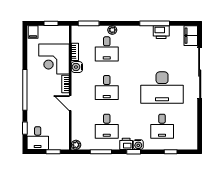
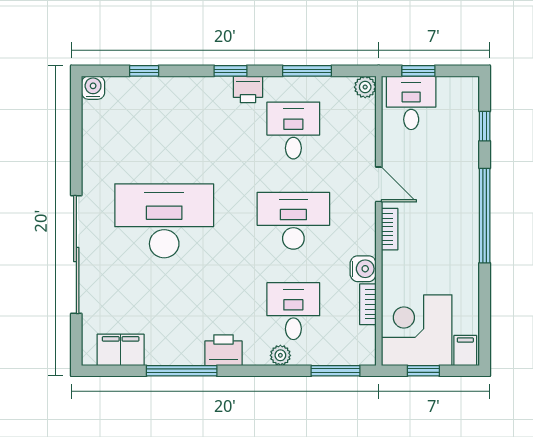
printer: (161, 32) -> (224, 350), moved
filing cabinet: (191, 36) -> (121, 350), moved, turned -90
corner desk: (54, 59) -> (417, 330), moved, turned -90
desk: (107, 88) -> (293, 221), width x1.37
desk: (162, 126) -> (164, 130), removed
desk: (38, 138) -> (411, 103), moved
water cooler: (138, 145) -> (93, 88), moved

